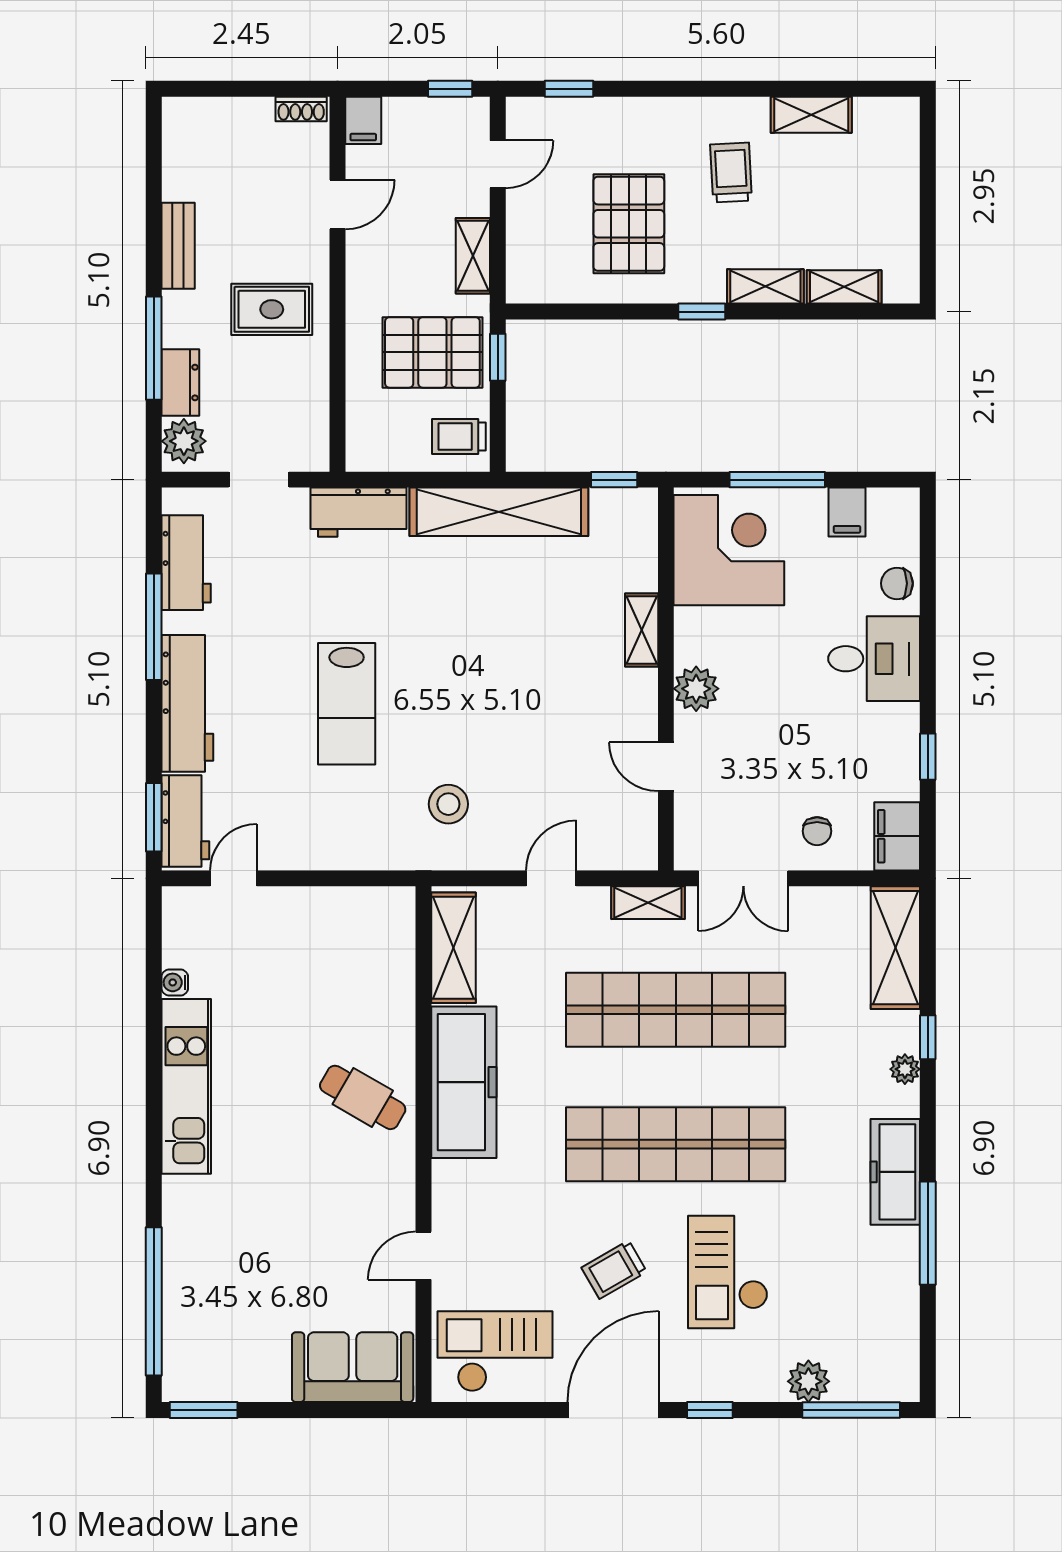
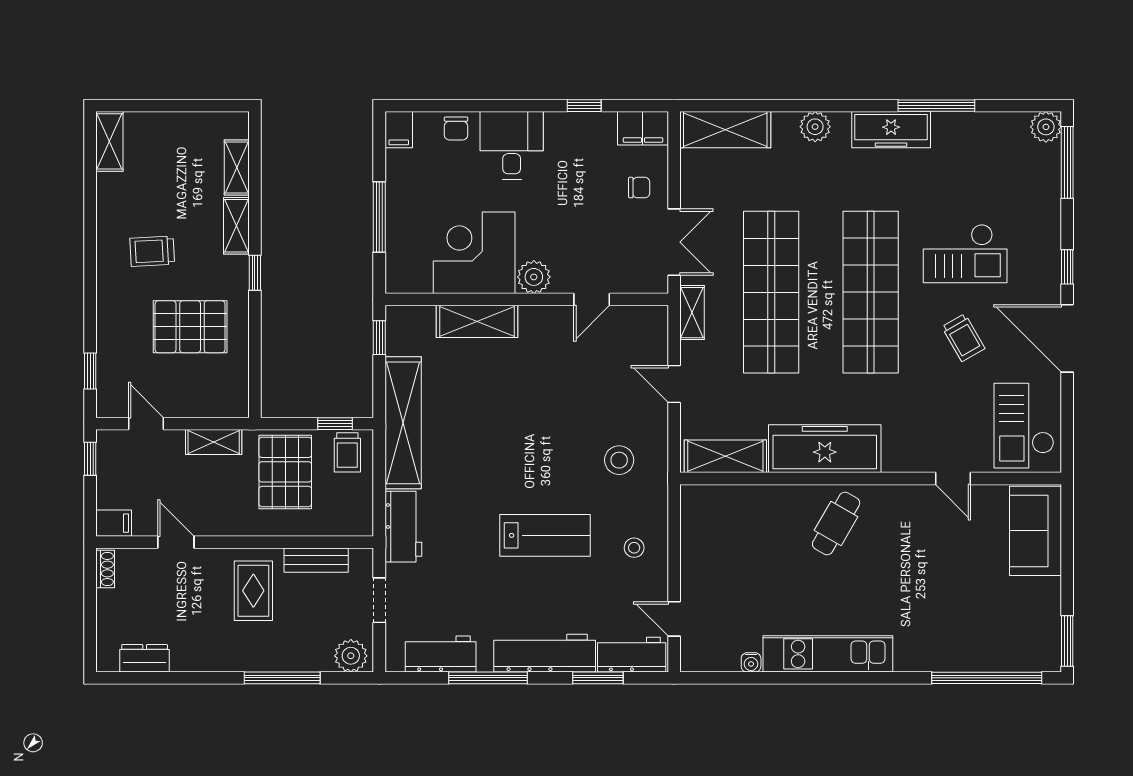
shelving: (811, 115) -> (109, 141), moved
bench: (178, 246) -> (316, 560), moved
window: (498, 357) -> (335, 424), moved
dresser: (180, 383) -> (145, 658), moved
filing cabinet: (847, 512) -> (399, 130), moved, turned 90
corner desk: (729, 550) -> (474, 253), moved
shelving: (642, 630) -> (477, 321), width x1.50, depth x1.33
window: (154, 817) -> (598, 678), moved
stool: (330, 824) -> (634, 548), added
window: (928, 1037) -> (792, 106), removed
plant: (905, 1069) -> (815, 127), width x1.38, depth x1.38
plant: (808, 1381) -> (1046, 127), moved

